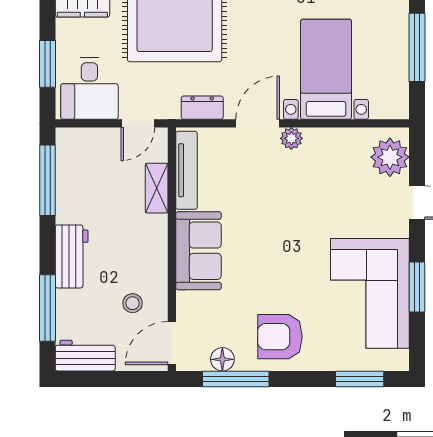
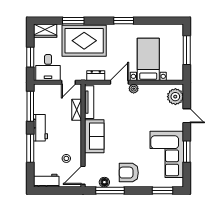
workbench: (72, 256) -> (41, 128), moved
window: (47, 308) -> (30, 148), moved

